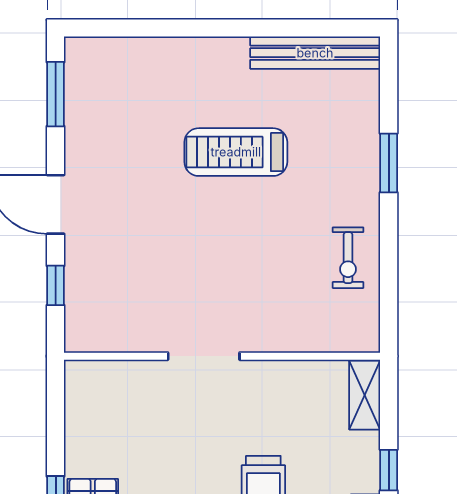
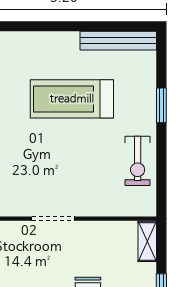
treadmill: (236, 152) -> (72, 99), width x1.37, depth x1.38
exercise bike: (348, 258) -> (138, 161), width x1.38, depth x1.39

